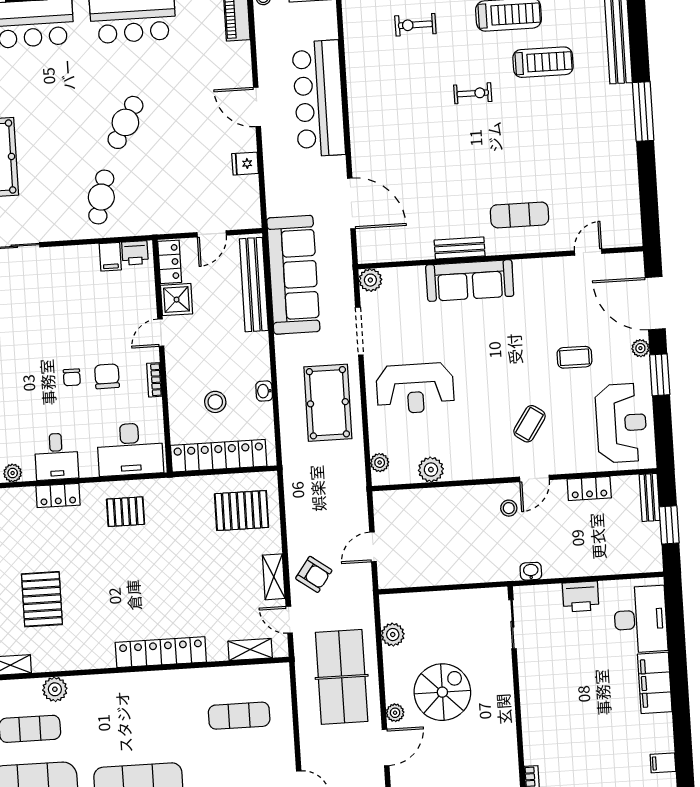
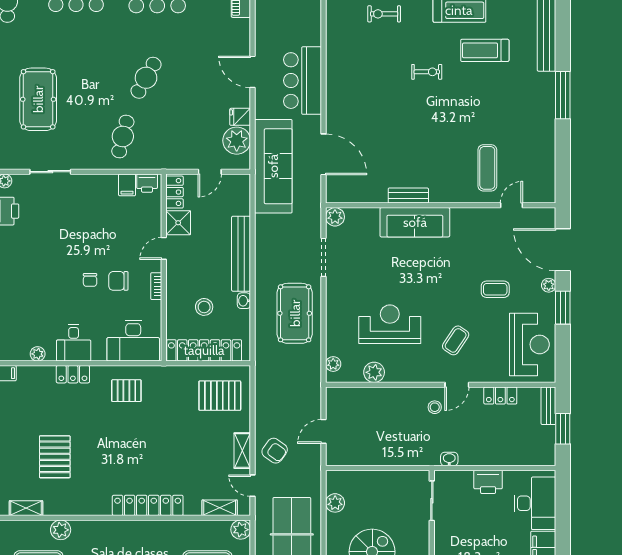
treadmill: (543, 62) -> (485, 50), turned 180
bar counter: (319, 98) -> (303, 81), width x0.73
plant: (243, 193) -> (237, 141), added
exercise mat: (520, 215) -> (487, 168), moved, turned 90
sofa: (293, 275) -> (273, 166), moved
bench: (254, 285) -> (241, 254), moved
chair: (107, 376) -> (118, 281), turned -90
reception desk: (415, 388) -> (390, 324), moved, turned 180
plant: (278, 675) -> (241, 530), added

